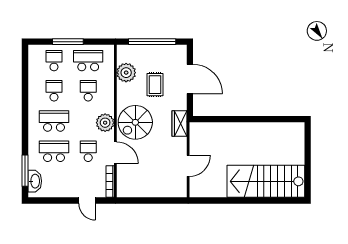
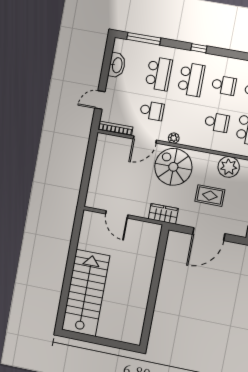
window: (25, 119) -> (199, 48), added
plant: (105, 123) -> (174, 138), width x0.53, depth x0.53
washbasin: (35, 181) -> (117, 65), moved, turned -90

